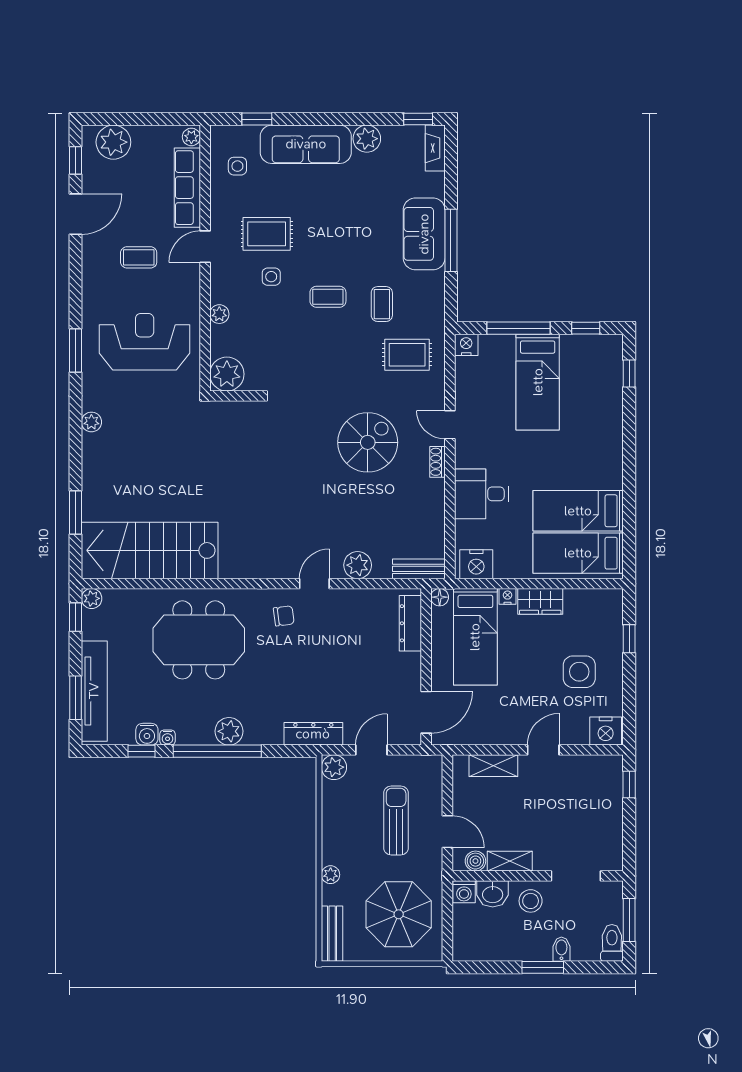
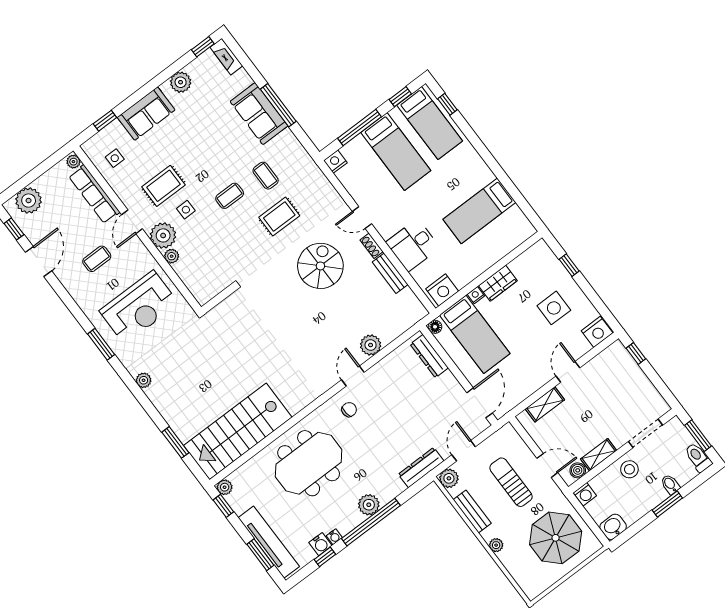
sofa: (306, 144) -> (146, 114), width x0.73
reception desk: (145, 342) -> (139, 307), turned 180
rug: (407, 355) -> (279, 217), moved
plant: (227, 374) -> (163, 235), moved
bed: (578, 553) -> (430, 123), moved, turned -90
bench: (419, 569) -> (390, 273), moved, turned 90
washbasin: (493, 894) -> (613, 527), moved, turned 180
bench: (332, 934) -> (472, 511), moved

